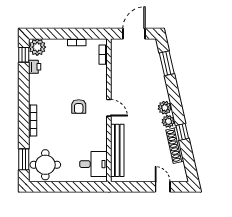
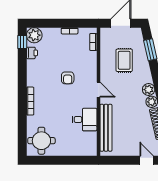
rug: (138, 75) -> (124, 60), added
armchair: (79, 106) -> (68, 78), moved
window: (24, 159) -> (22, 136), removed
desk: (93, 164) -> (85, 120), moved

